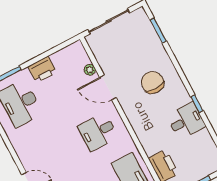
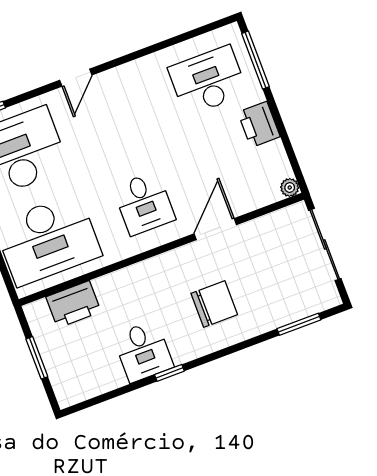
plant: (90, 70) -> (290, 187), moved
desk: (98, 132) -> (144, 203), turned 180

